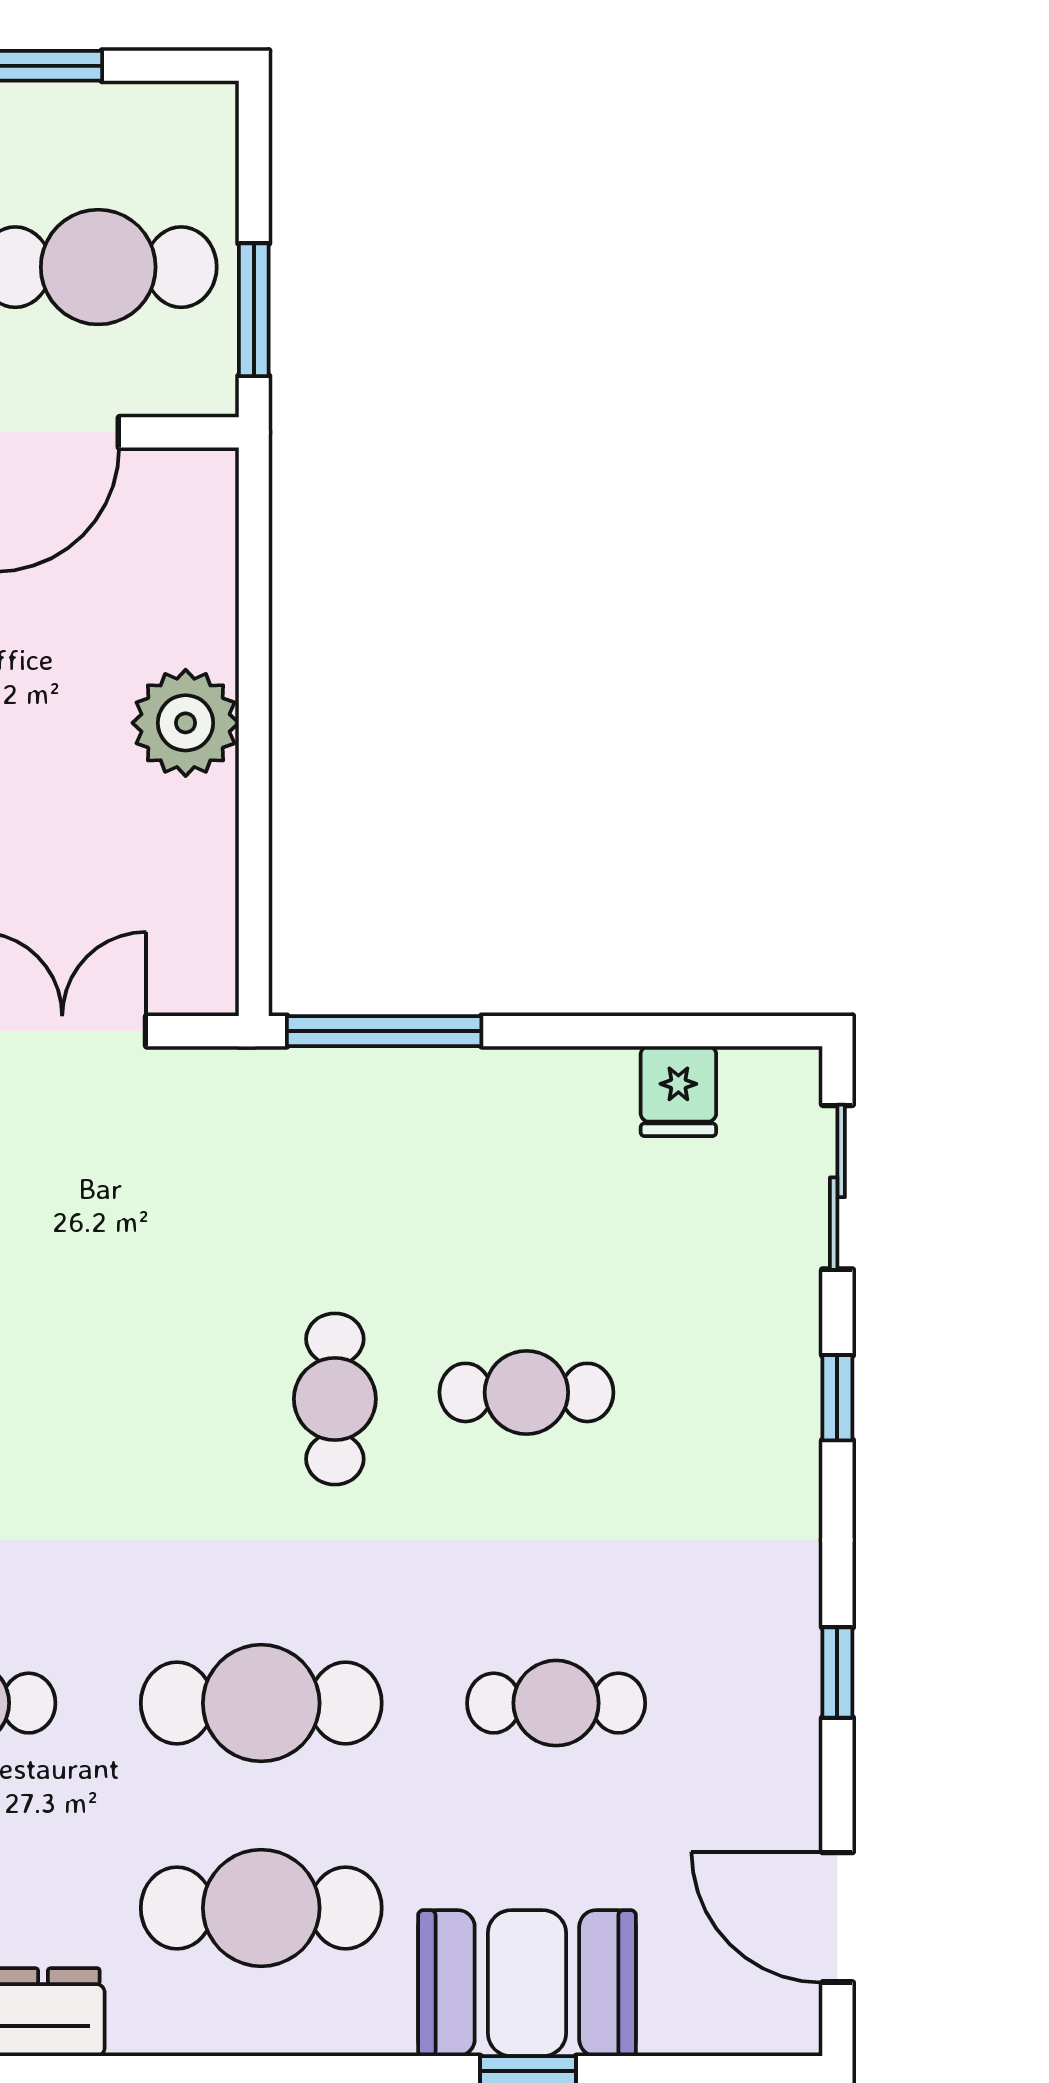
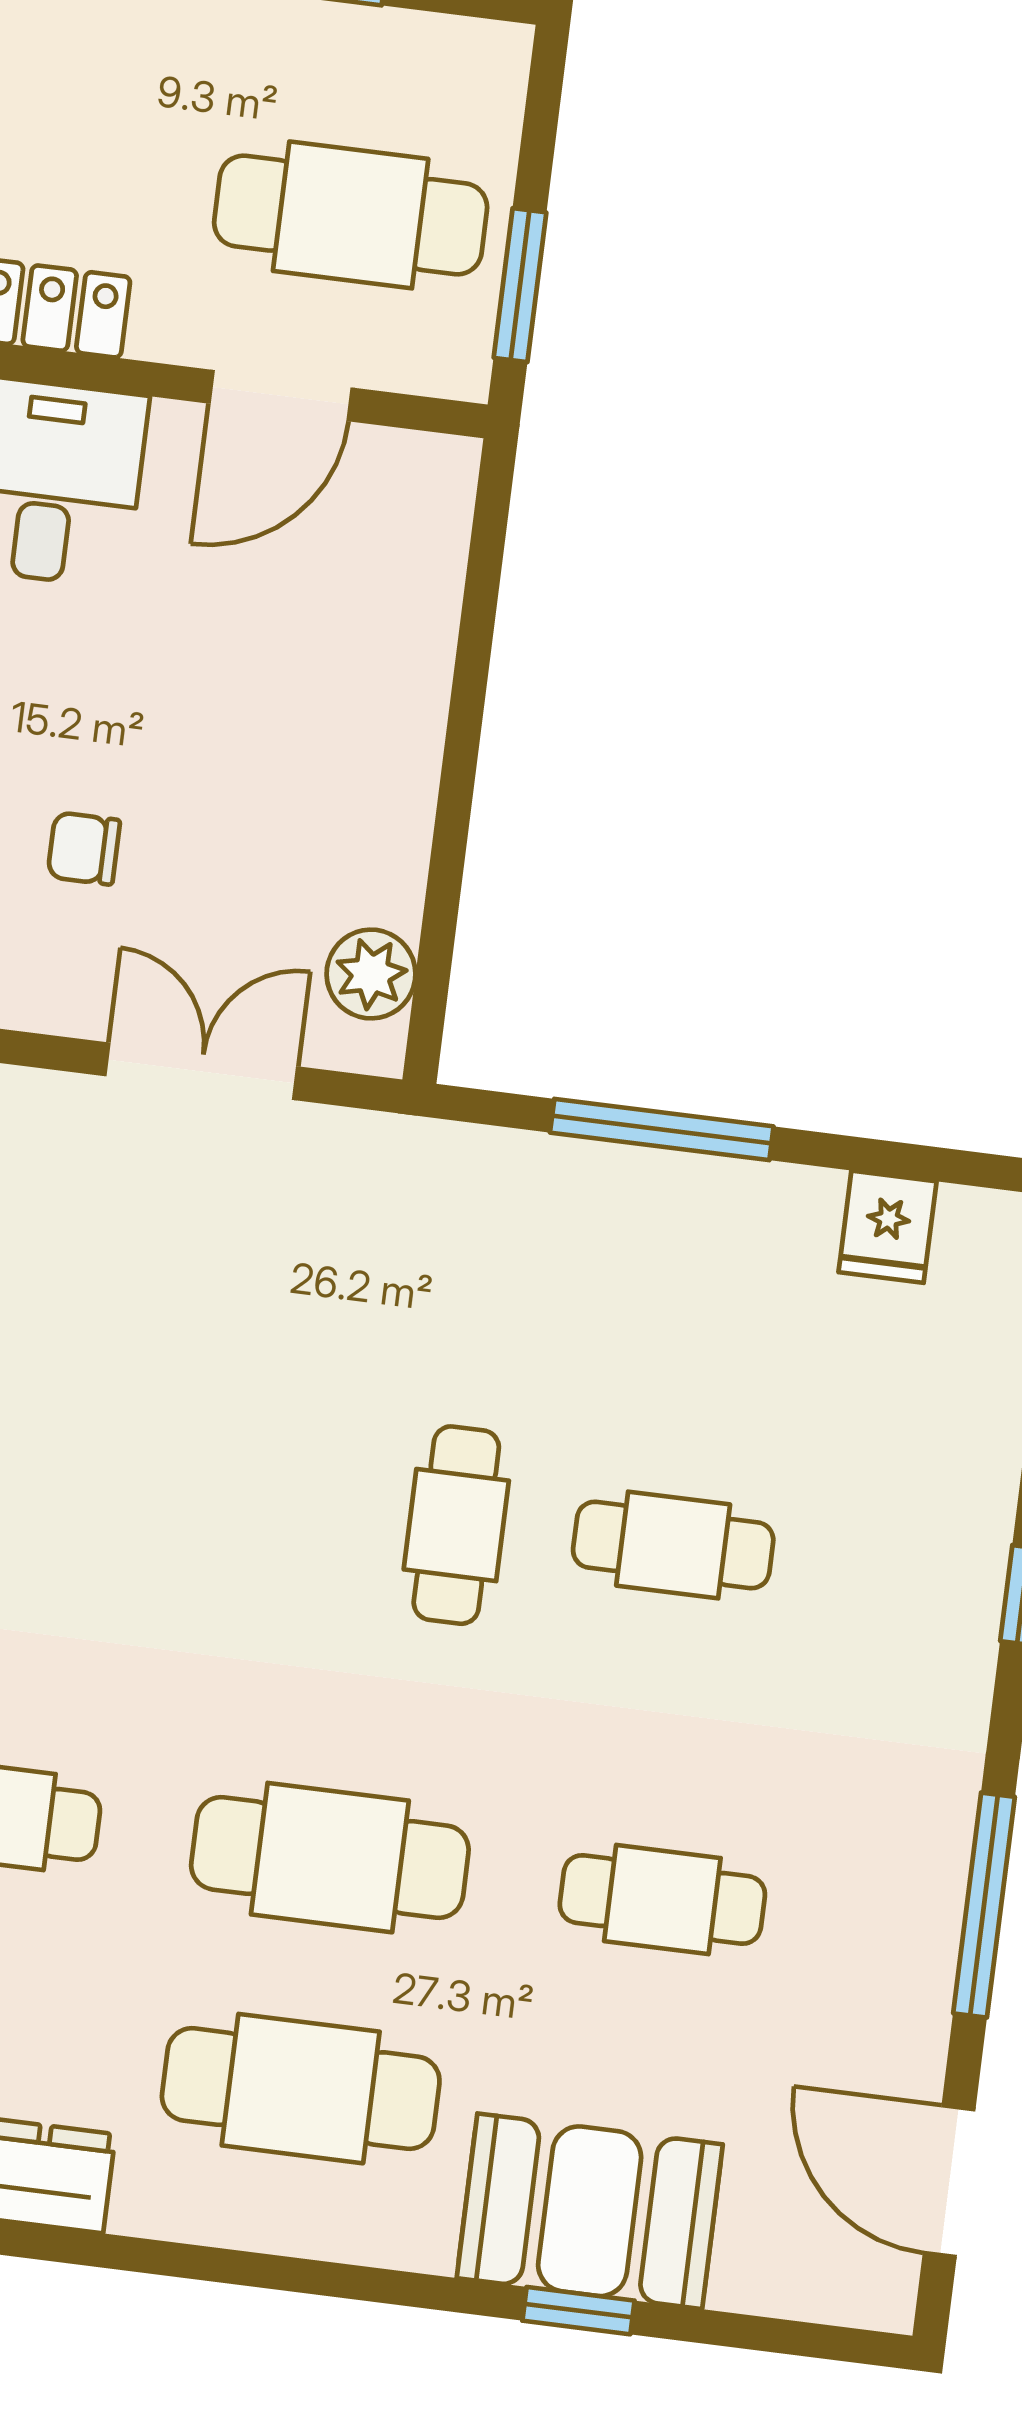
plant: (186, 723) -> (371, 974), moved, width x0.73, depth x0.73
window: (384, 1031) -> (662, 1130), moved
window: (837, 1672) -> (984, 1905), width x2.17

